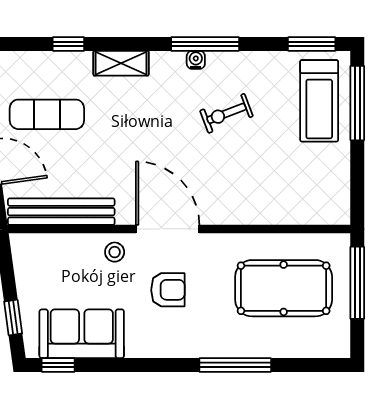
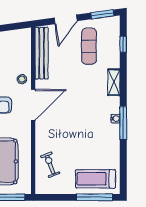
window: (68, 44) -> (123, 44), moved
window: (312, 44) -> (123, 175), removed
exercise bike: (226, 113) -> (50, 165), moved

